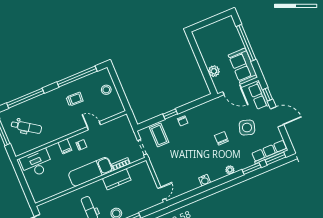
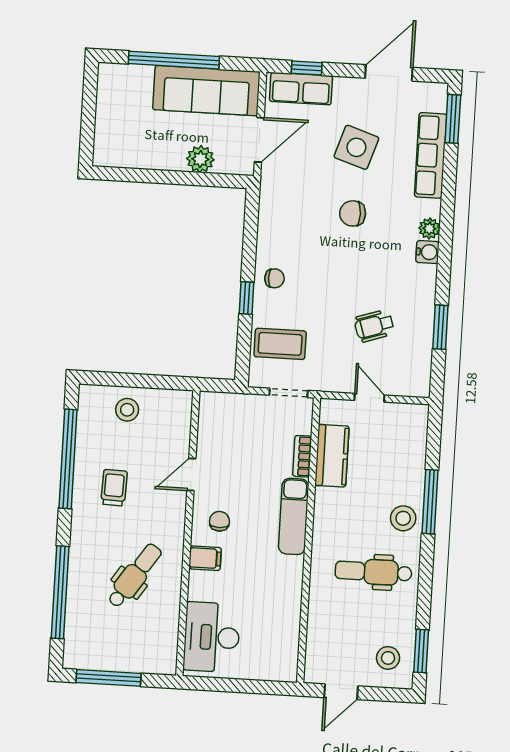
sofa: (243, 66) -> (206, 91), width x1.36
door: (277, 117) -> (389, 73), moved
dental chair: (26, 127) -> (135, 576), moved
row of seats: (270, 152) -> (431, 155), moved
wheelchair: (183, 167) -> (374, 326), added
window: (252, 168) -> (440, 327), moved
exam couch: (91, 172) -> (294, 516), width x0.73, depth x0.69
kitchen counter: (117, 179) -> (332, 456), moved
water cooler: (205, 180) -> (427, 252), moved
door: (162, 193) -> (369, 398), moved

